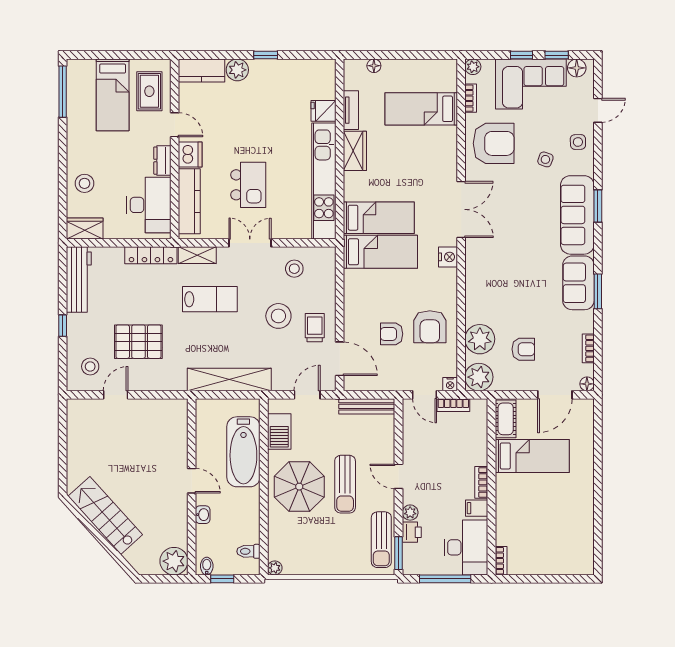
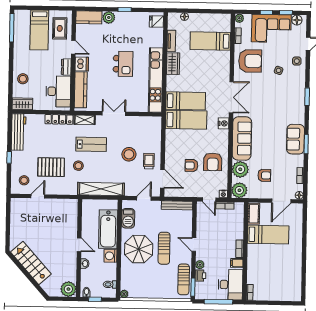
fridge: (323, 111) -> (156, 21), moved
kitchen island: (248, 185) -> (123, 64), moved
sofa: (577, 215) -> (242, 138), moved, turned 180
stool: (294, 269) -> (78, 166), moved
washing machine: (249, 500) -> (110, 256), added

